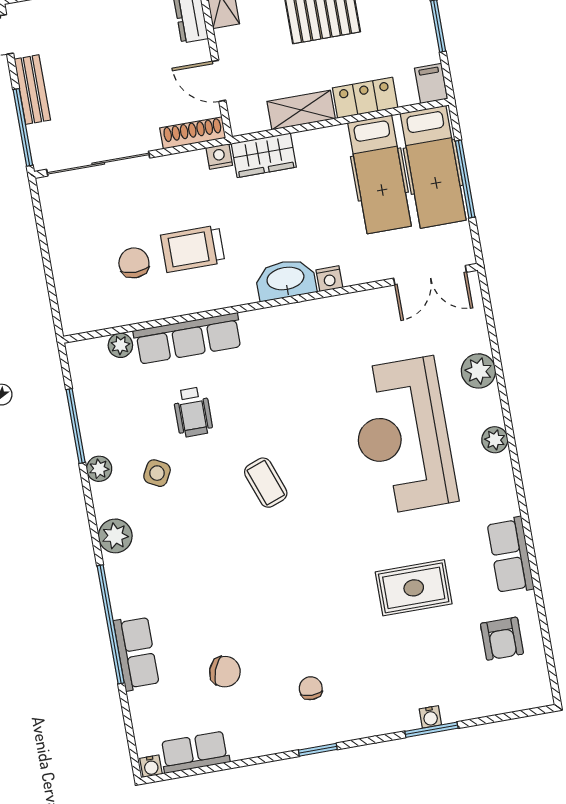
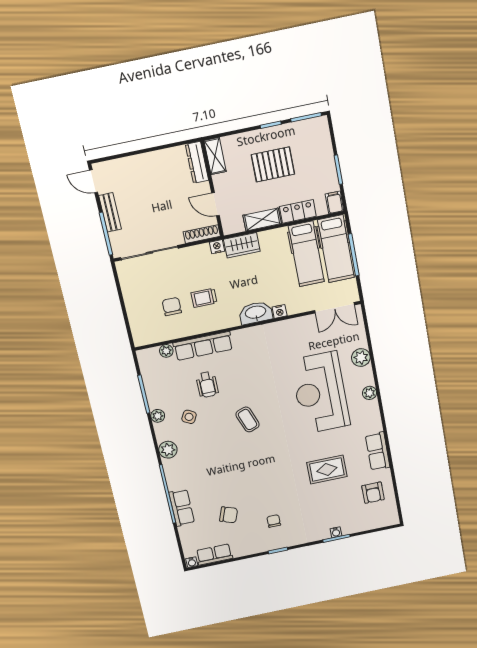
trolley: (193, 249) -> (204, 298), width x0.73, depth x0.72

